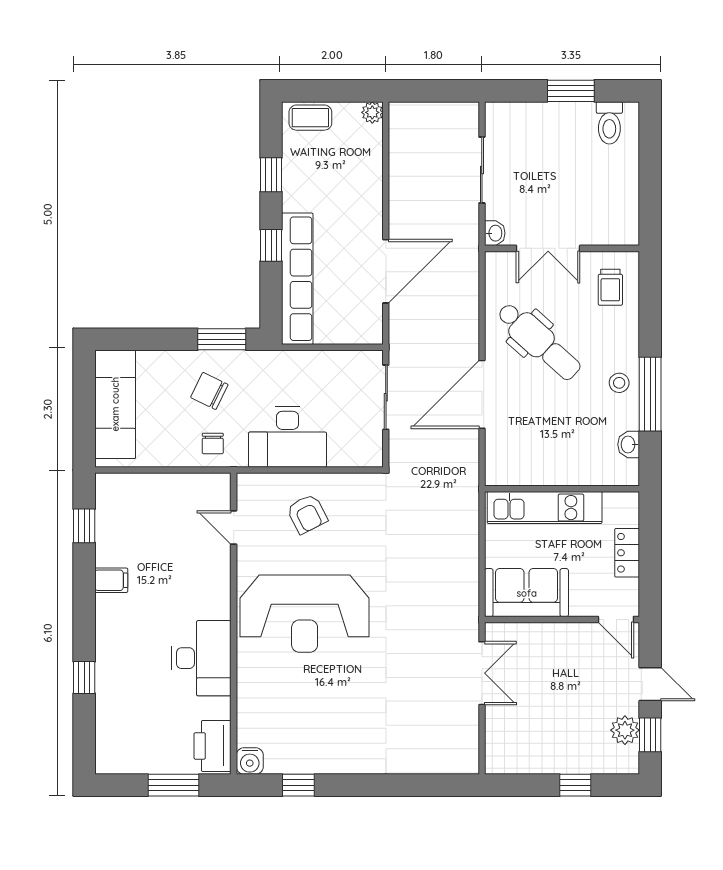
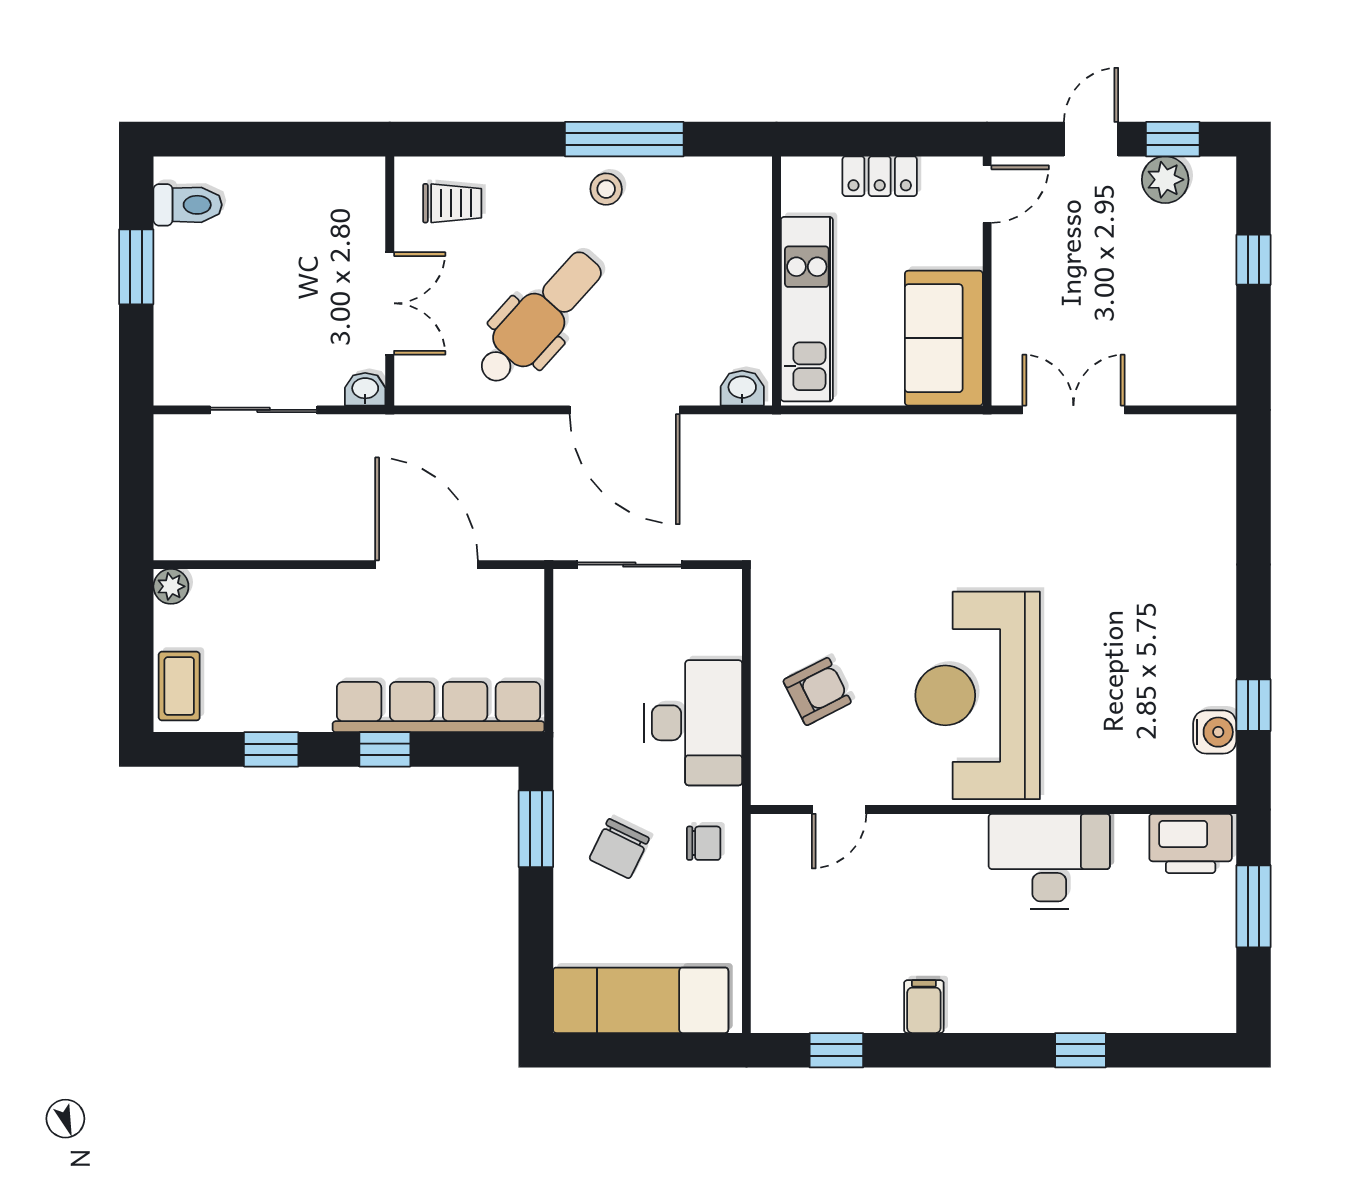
washbasin: (629, 444) -> (742, 388), moved, turned 180
reception desk: (305, 614) -> (978, 695), turned 180
water cooler: (250, 761) -> (1215, 732), moved

